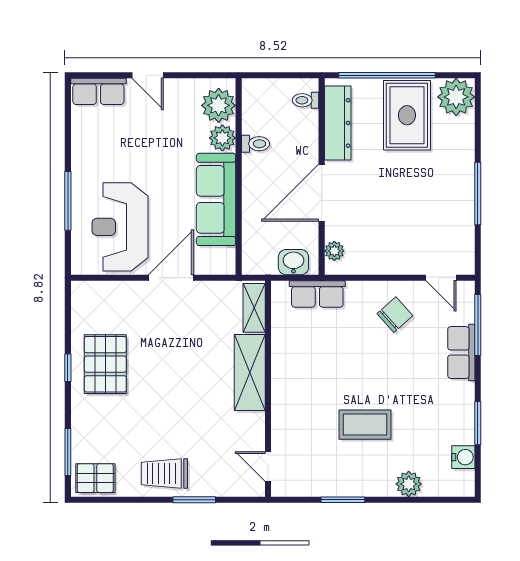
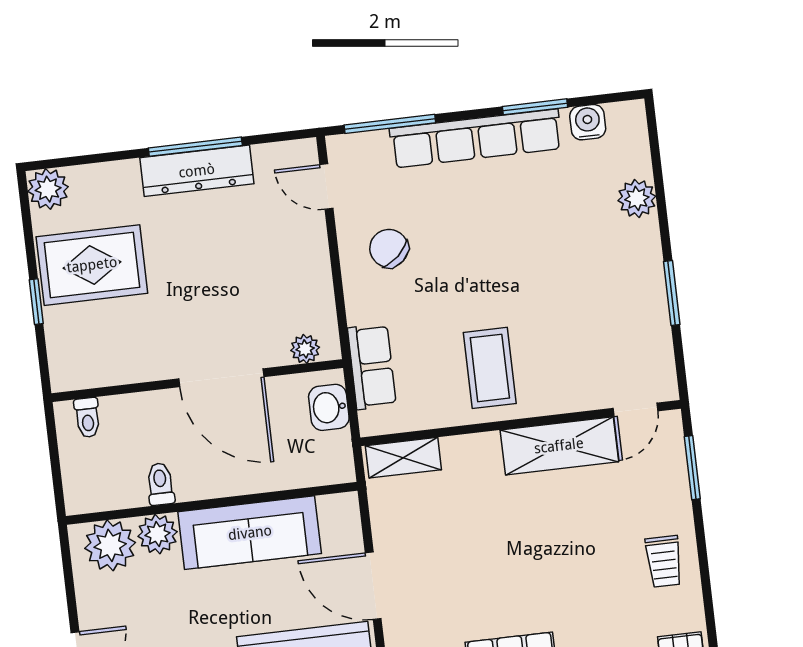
window: (387, 75) -> (36, 302), width x0.32
plant: (456, 97) -> (48, 189), width x0.73, depth x0.73
dresser: (338, 123) -> (197, 171), moved, turned 180
door: (441, 278) -> (326, 187), swing flipped
row of seats: (461, 352) -> (476, 138), width x2.02
shelving: (250, 373) -> (559, 446), moved
coffee table: (365, 425) -> (490, 368), moved
trolley: (164, 474) -> (664, 561), width x0.73, depth x0.72
window: (194, 500) -> (692, 468), moved

